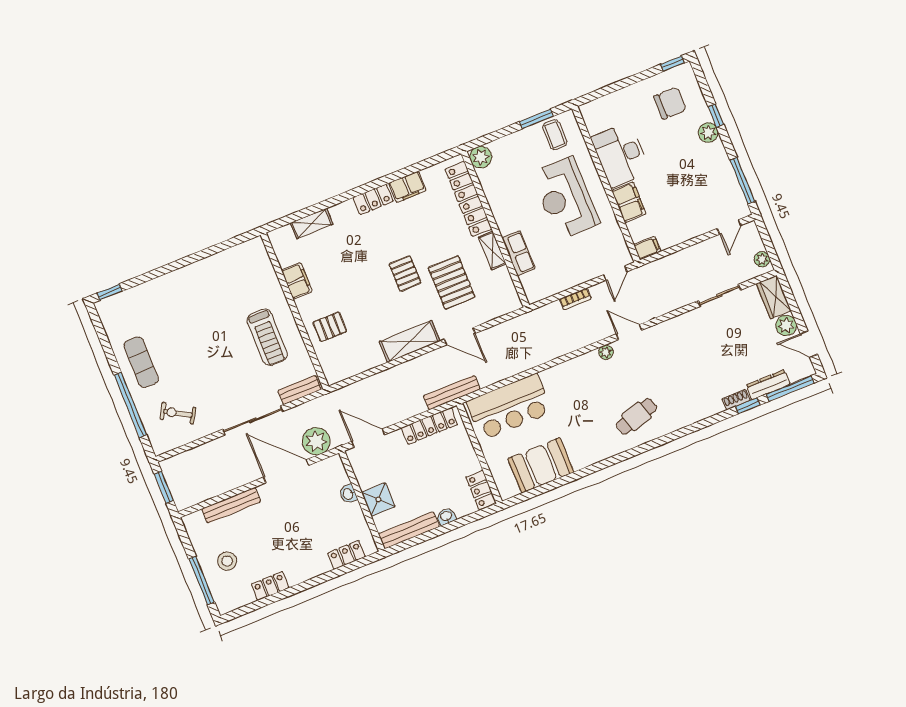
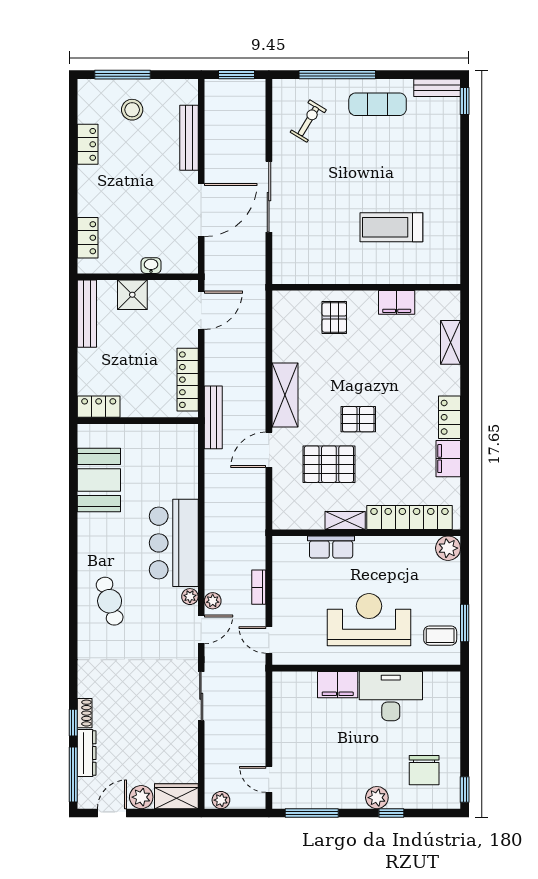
filing cabinet: (647, 248) -> (282, 684), removed
sliding door: (719, 295) -> (201, 696), moved
treadmill: (267, 337) -> (391, 227), moved
bench: (299, 390) -> (437, 88), moved, turned 90
bar counter: (509, 407) -> (174, 543), moved
plant: (316, 441) -> (213, 601), moved, width x0.53, depth x0.53
washbasin: (446, 516) -> (86, 359), removed

